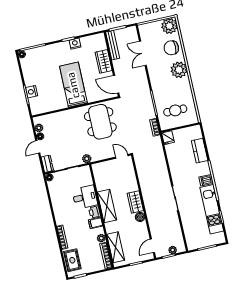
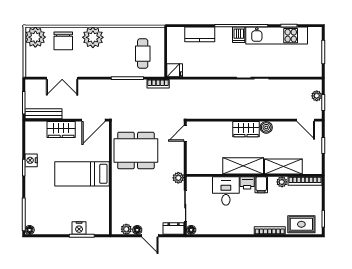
shelving: (116, 247) -> (283, 166), moved

